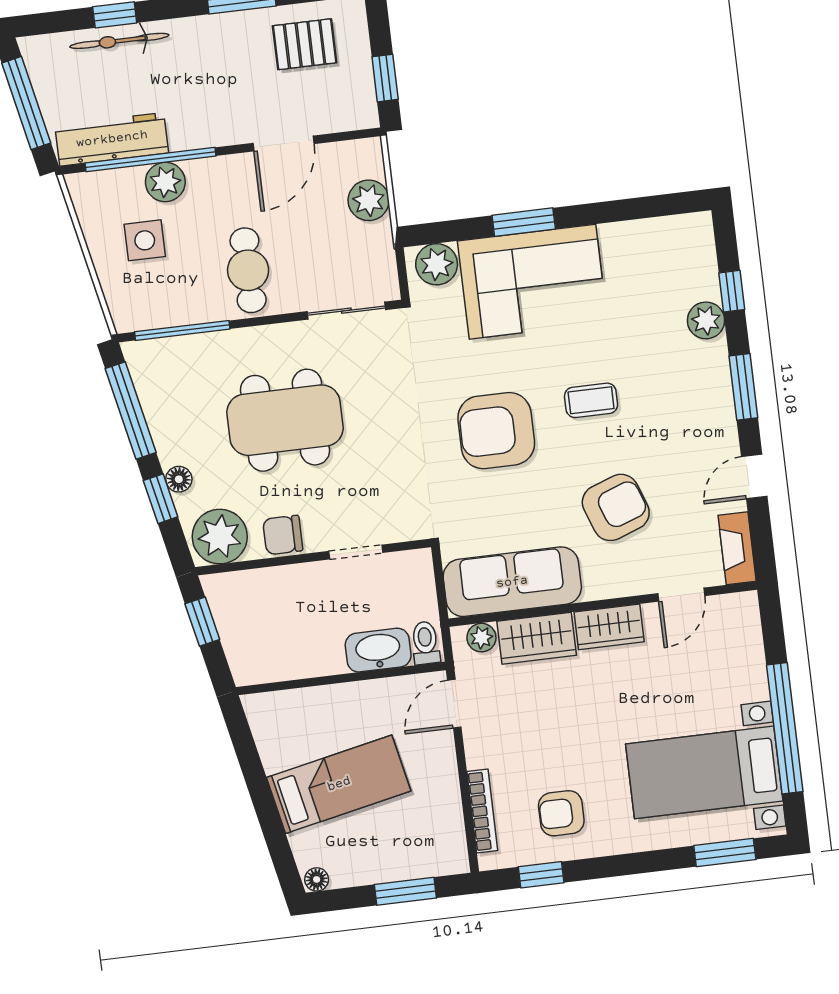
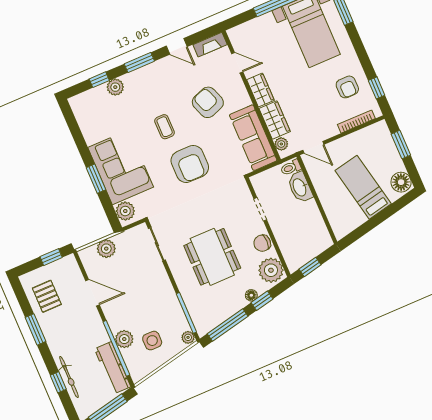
cafe table: (248, 270) -> (152, 292), removed
plant: (129, 319) -> (188, 337), added
chair: (283, 535) -> (262, 243), turned 90
floor lamp: (317, 879) -> (401, 182), width x1.89, depth x1.89

